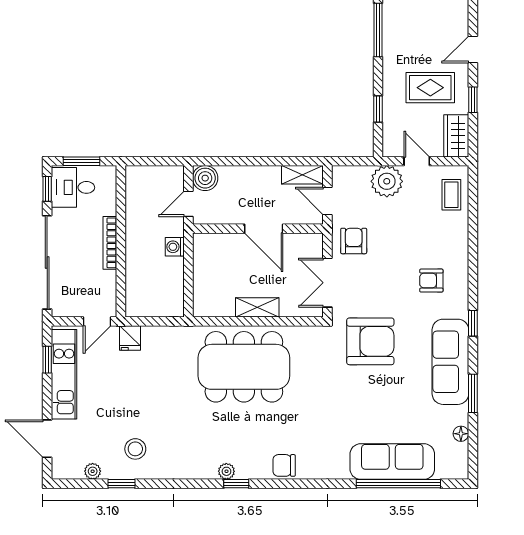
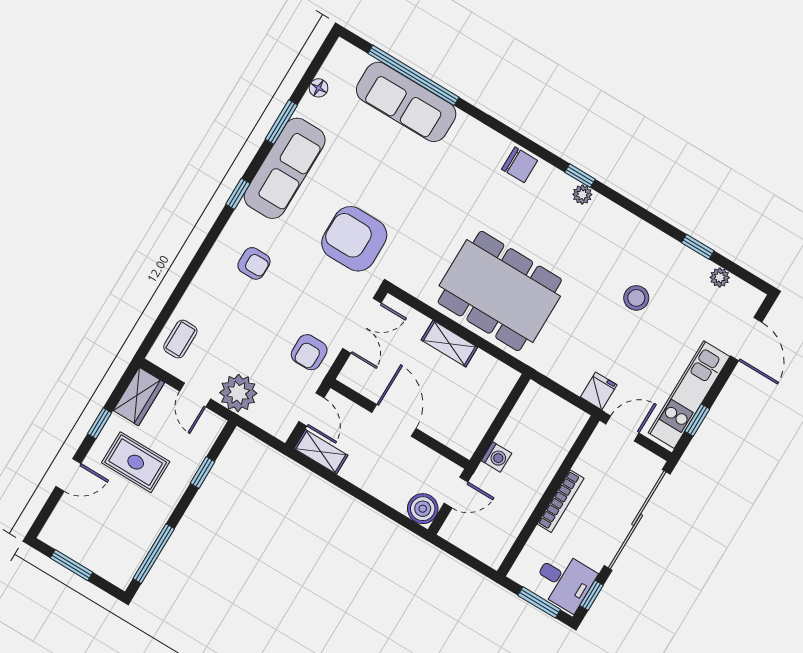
stool: (135, 449) -> (636, 298), moved

